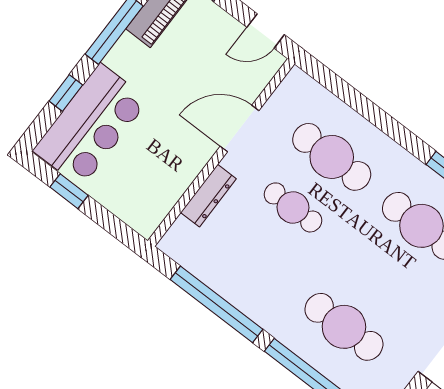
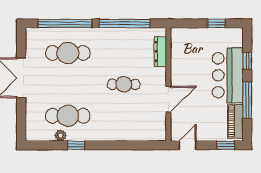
bar counter: (91, 125) -> (228, 75), moved
cafe table: (332, 157) -> (124, 116), removed
dresser: (208, 196) -> (160, 51), moved

